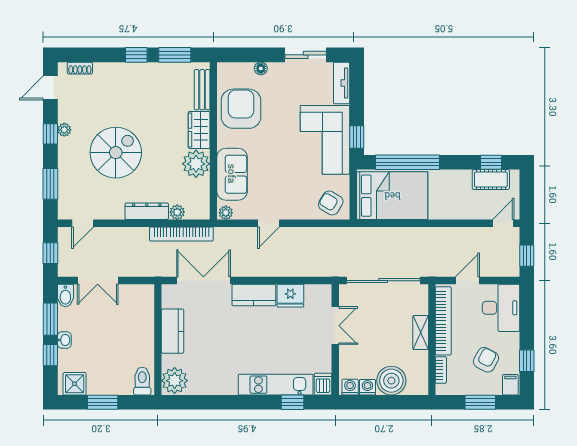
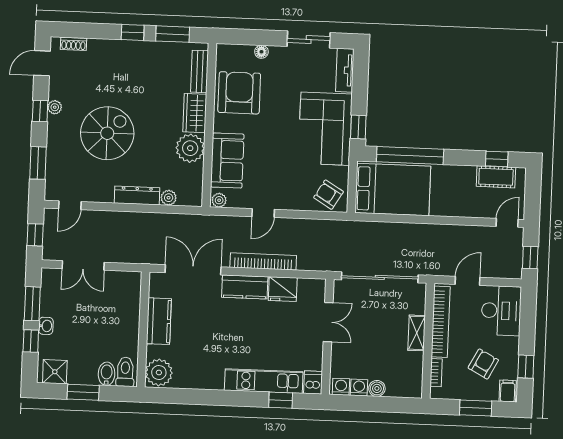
bookcase: (181, 234) -> (263, 261), moved, turned 180
bidet: (65, 296) -> (107, 374), moved, turned 180
boiler: (391, 381) -> (377, 388), width x0.54, depth x0.54

